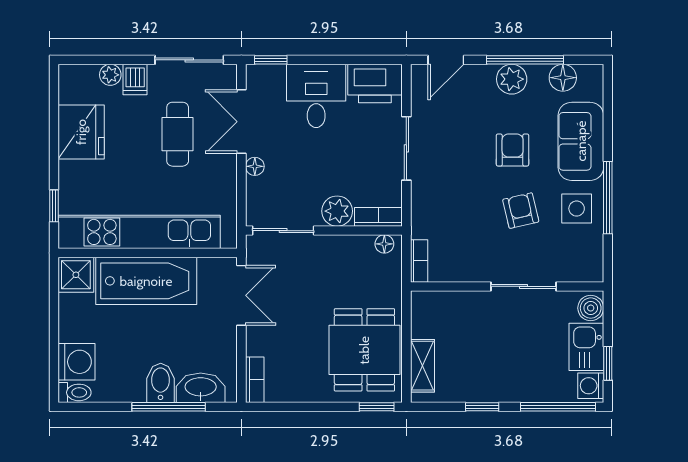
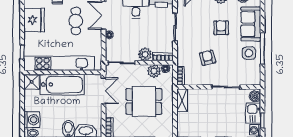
armchair: (521, 211) -> (208, 58), moved
plant: (358, 250) -> (154, 71), added
dining table: (364, 350) -> (144, 101), moved, turned 90
shelving: (422, 366) -> (182, 100), moved

